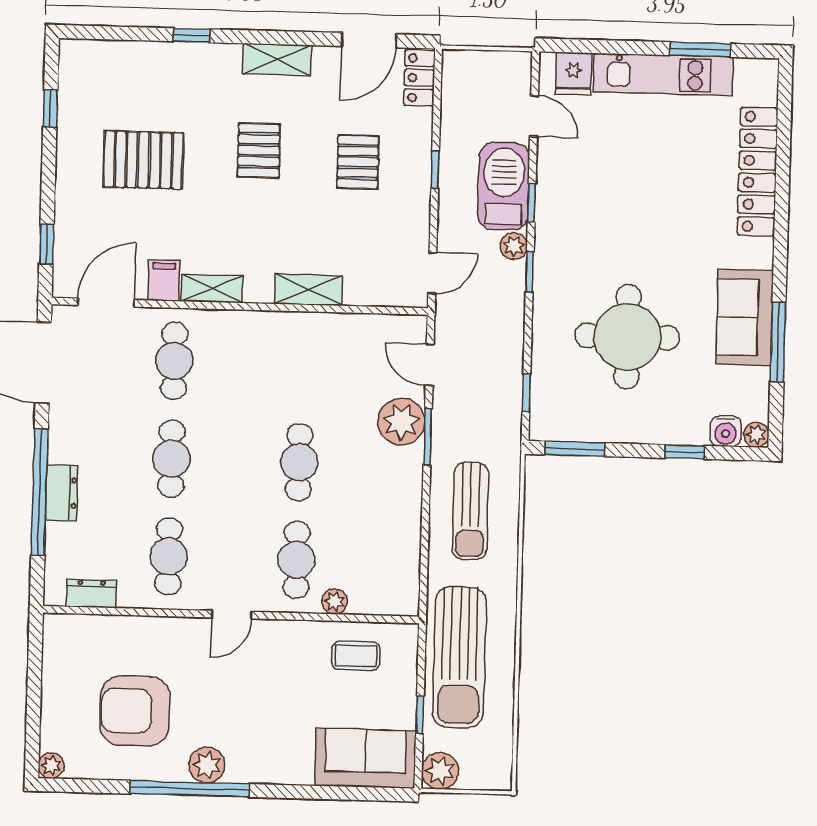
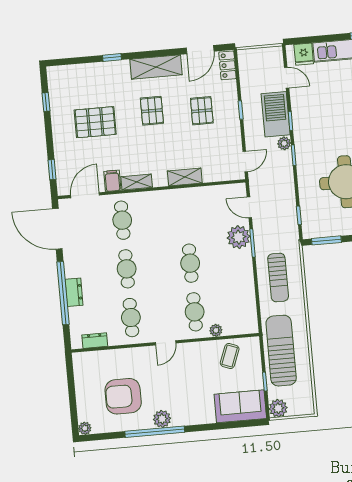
shelving: (277, 59) -> (156, 67), width x1.50, depth x1.33
coffee table: (356, 656) -> (230, 356), turned -69
sun lounger: (459, 657) -> (281, 351), turned 180

